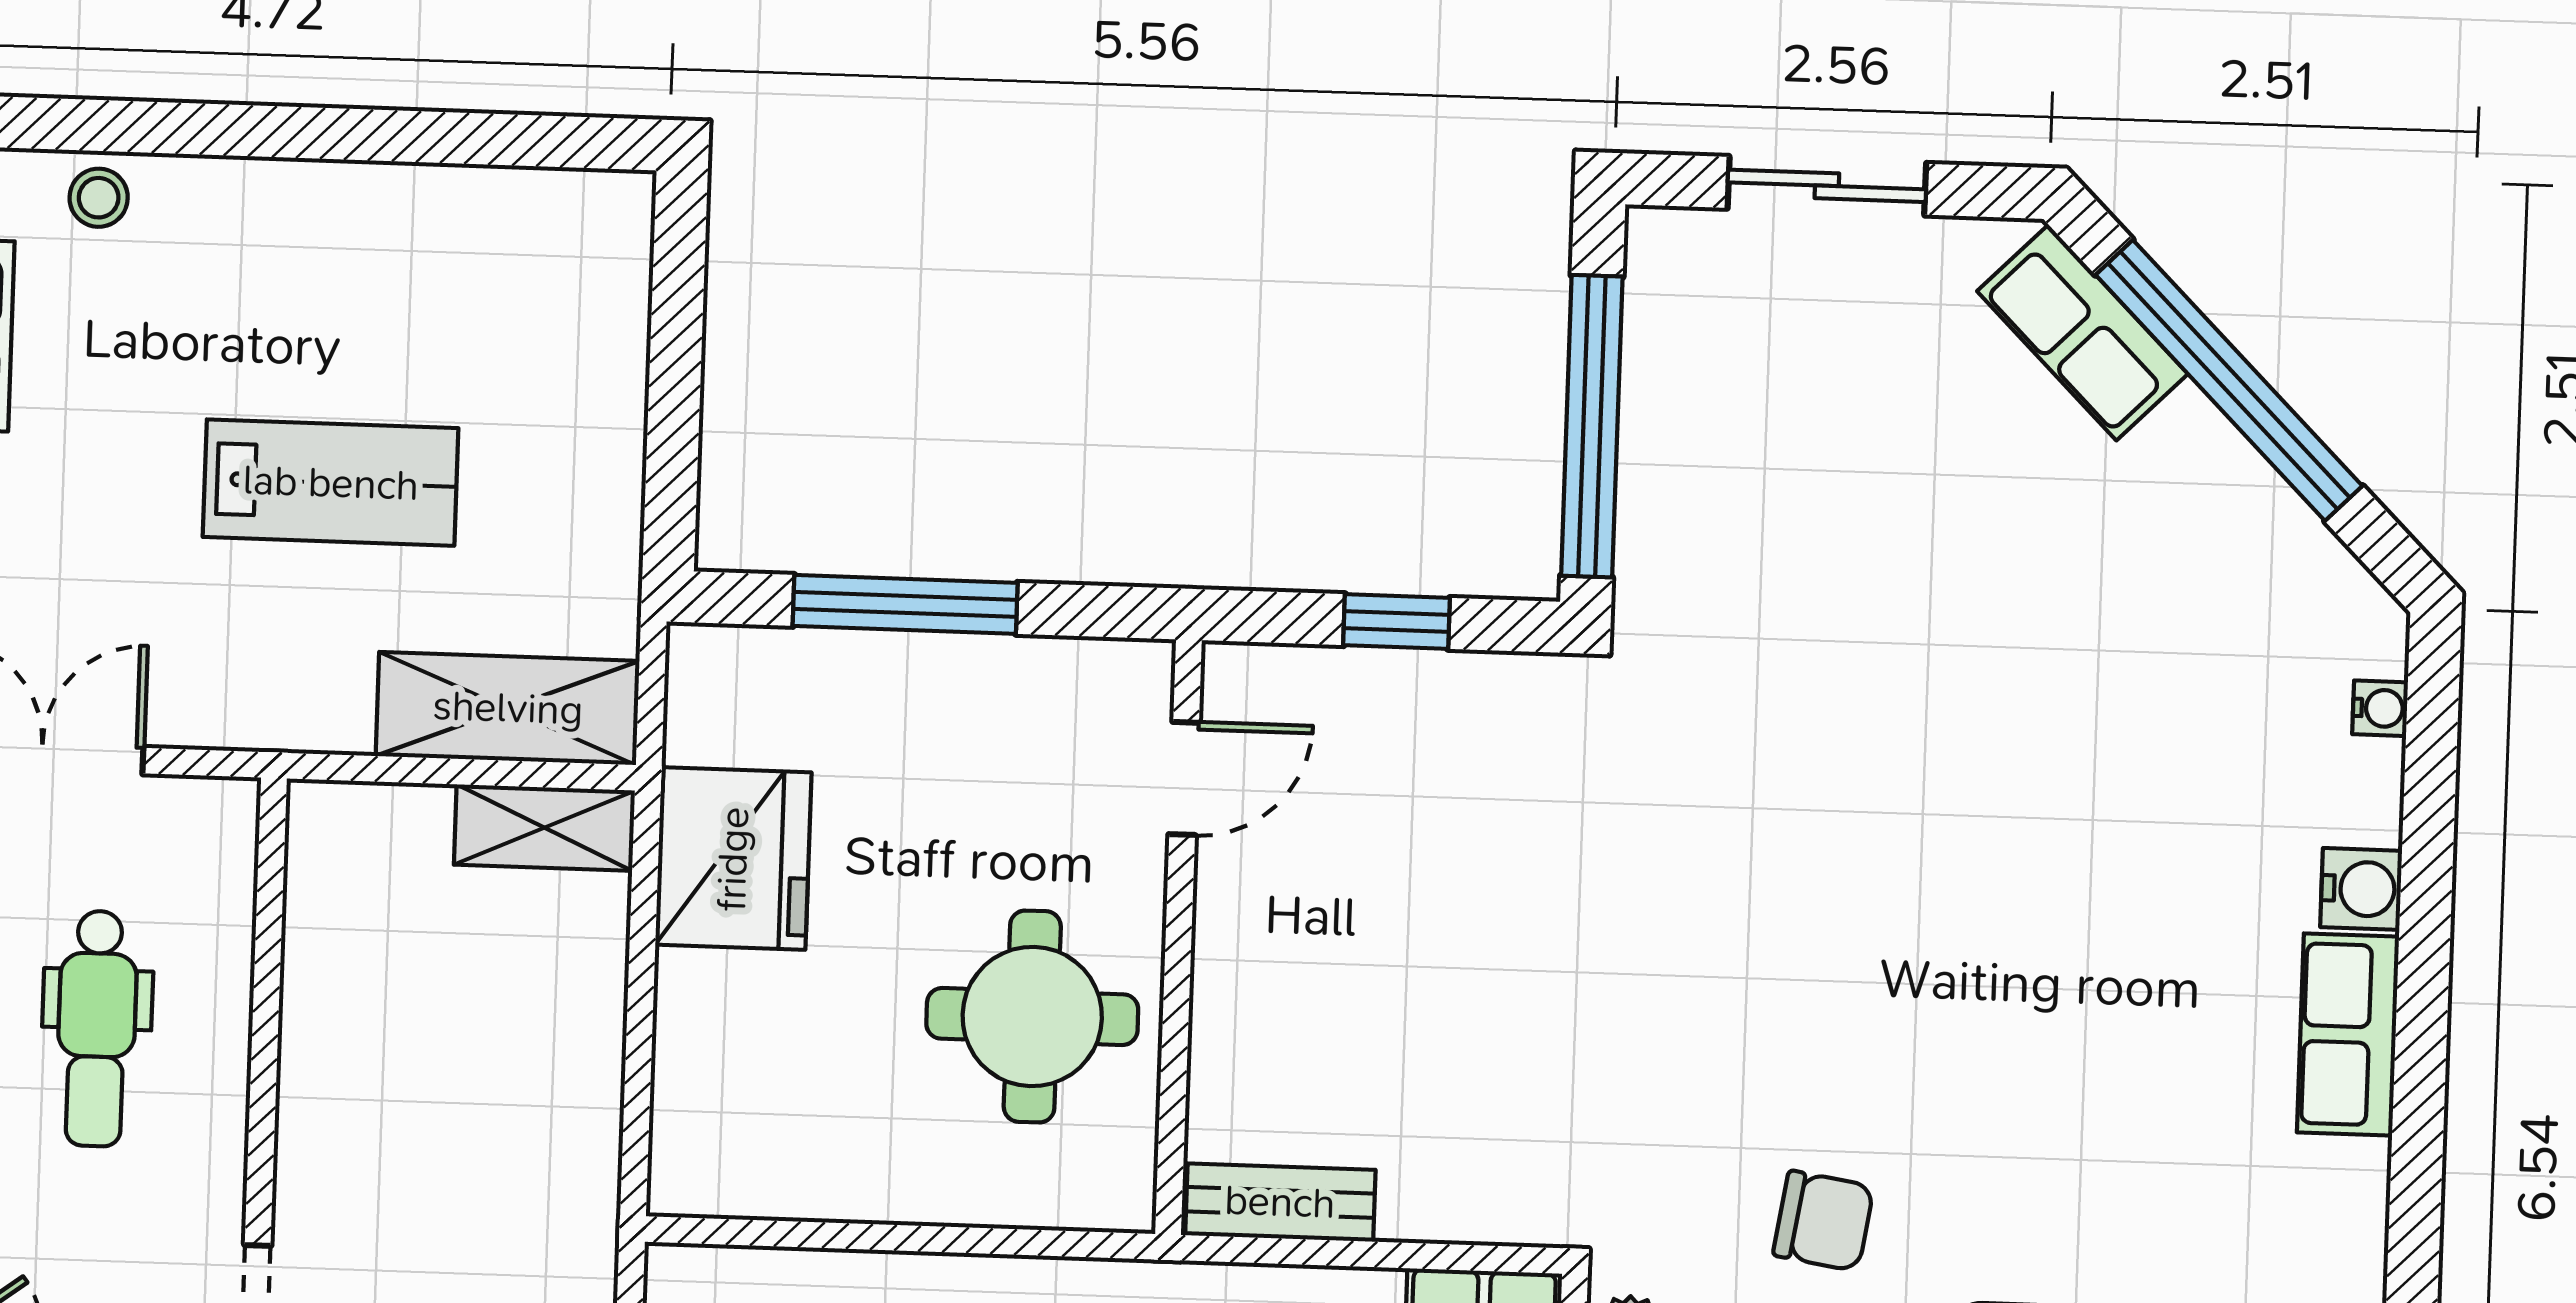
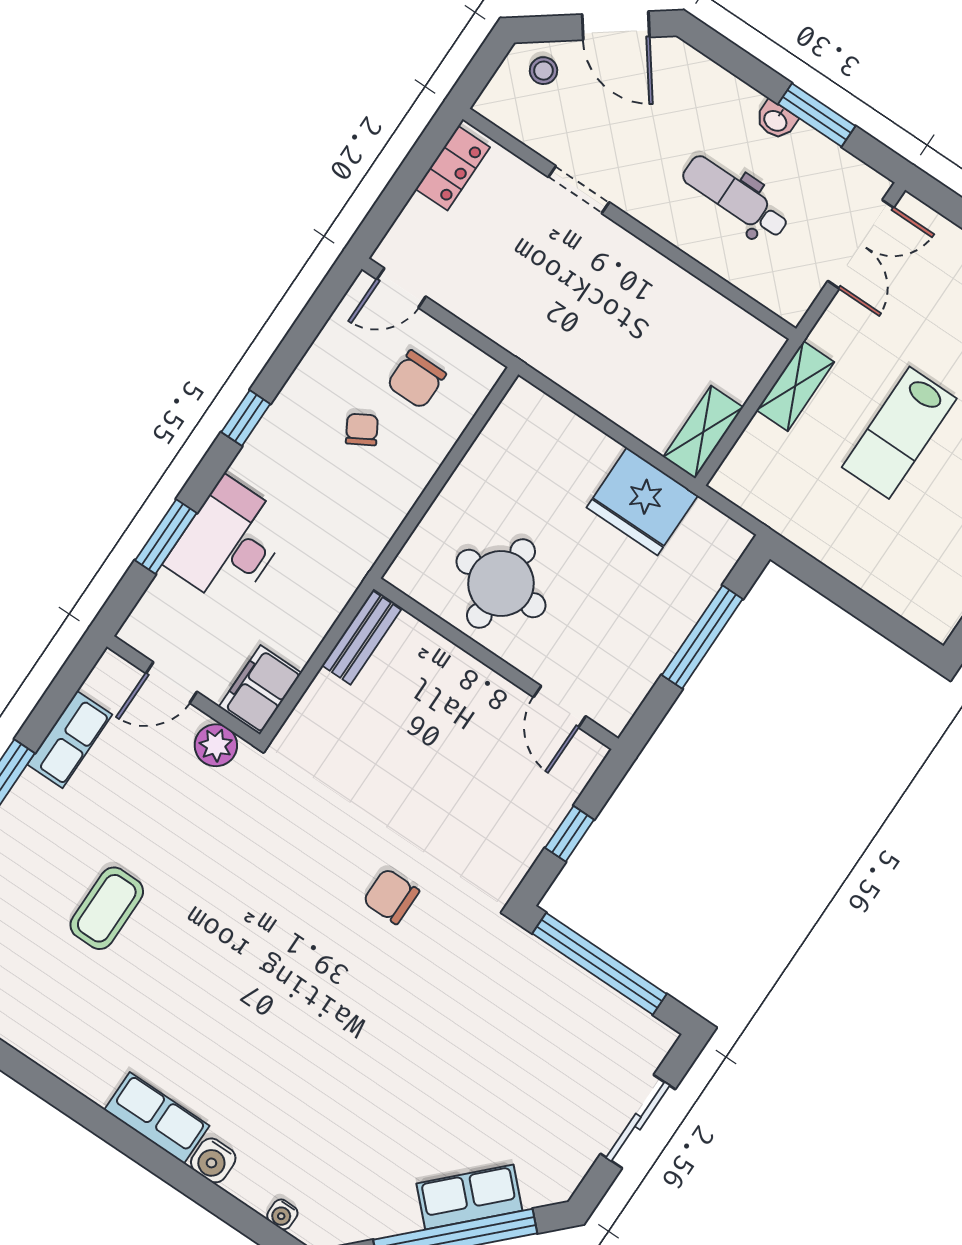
row of seats: (2083, 332) -> (469, 1197), moved
shelving: (508, 708) -> (795, 386), moved, width x0.67, depth x0.75
chair: (1823, 1221) -> (391, 896), moved, turned 81

